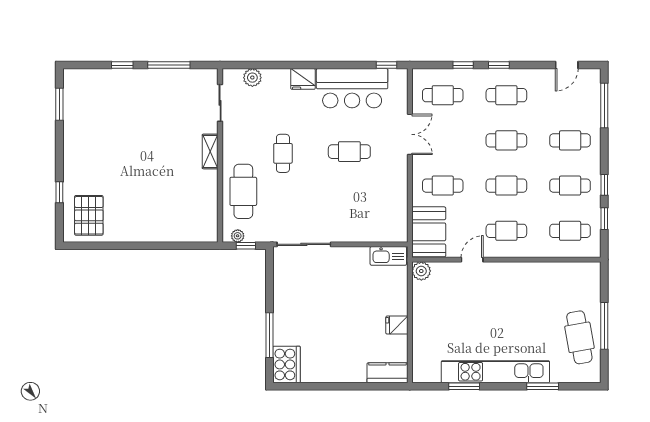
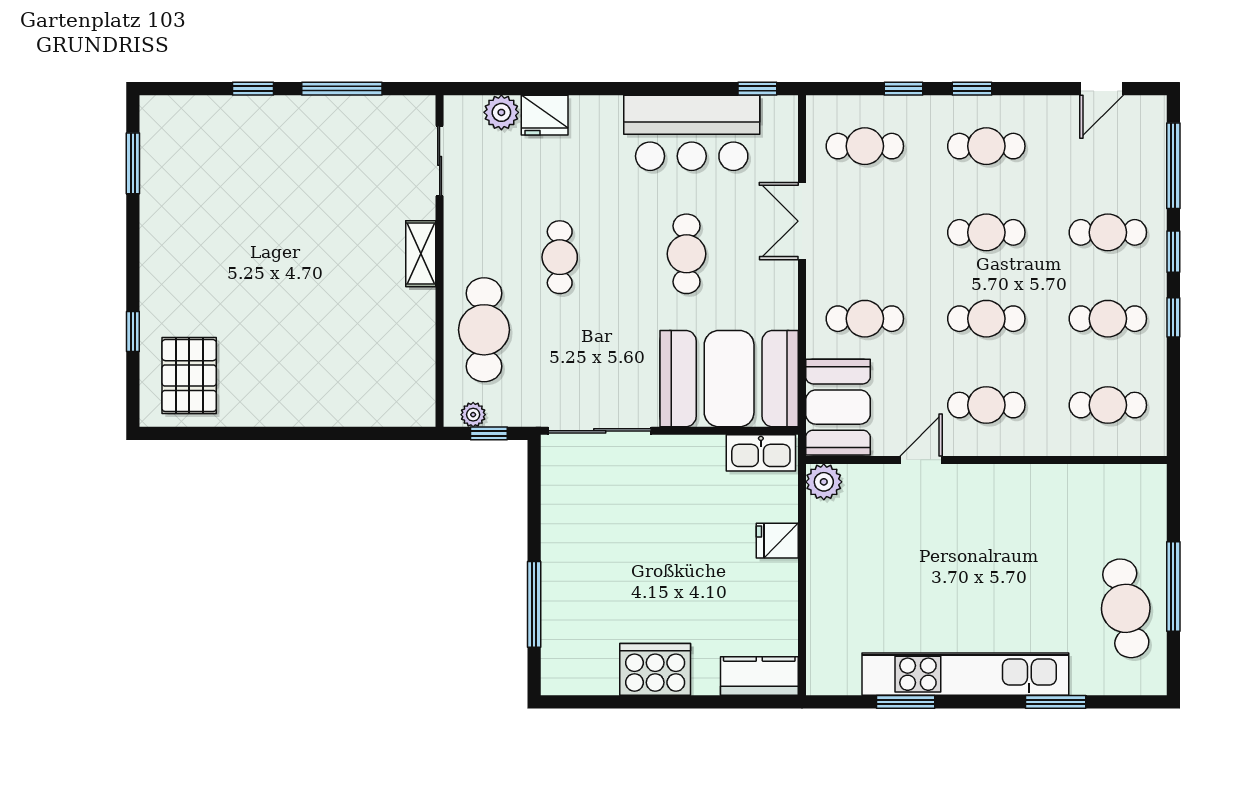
fridge: (303, 79) -> (545, 115), moved
double door: (410, 134) -> (802, 221), swing flipped
cafe table: (349, 152) -> (687, 254), turned 90
booth: (372, 217) -> (729, 379), added
window: (604, 219) -> (1173, 252), moved
fridge: (397, 325) -> (777, 541), moved
cooker: (286, 364) -> (655, 669), moved, turned -90

